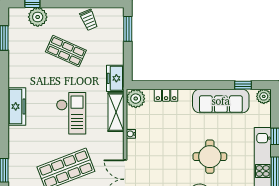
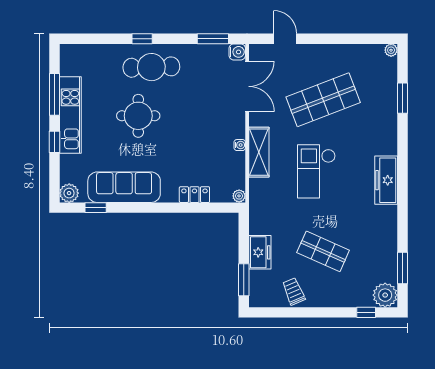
plant: (38, 17) -> (385, 295), moved
freezer: (115, 78) -> (260, 252), moved
plant: (136, 99) -> (239, 196), width x0.53, depth x0.53
shelving: (116, 112) -> (259, 152), moved

